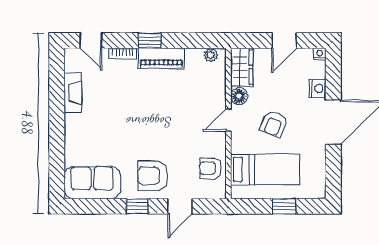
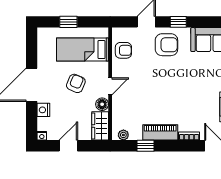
window: (150, 41) -> (146, 146), moved

